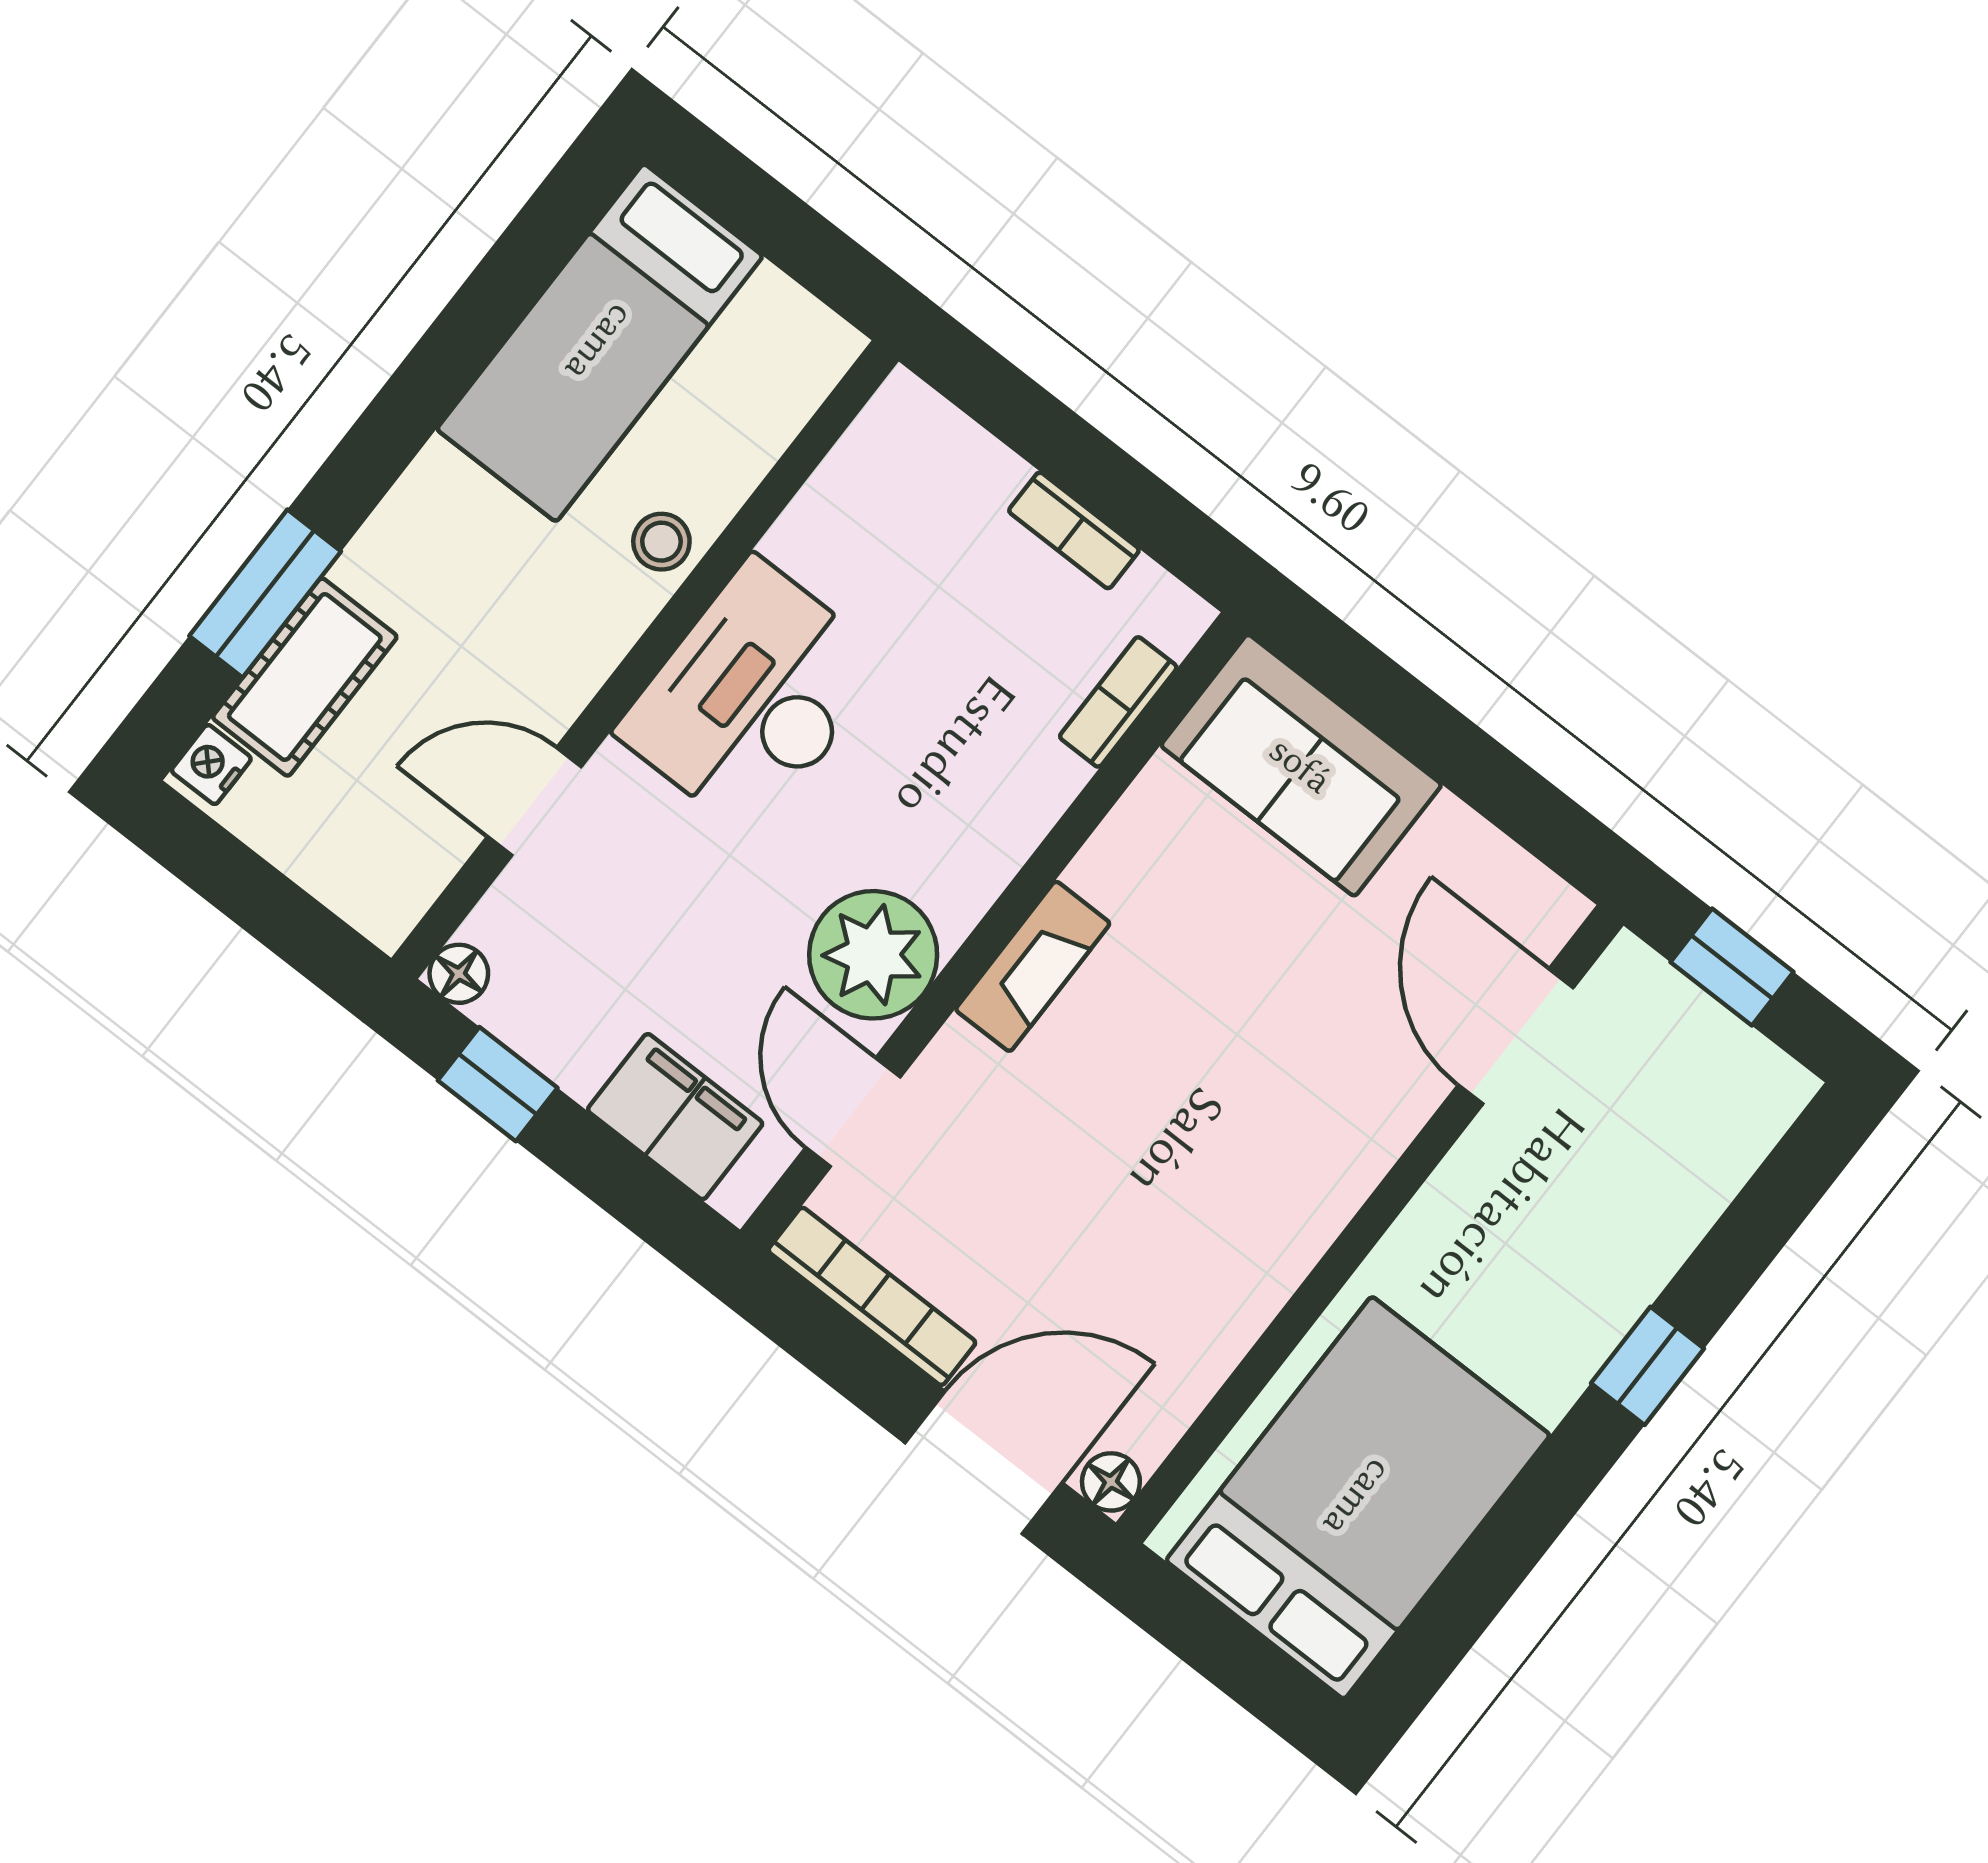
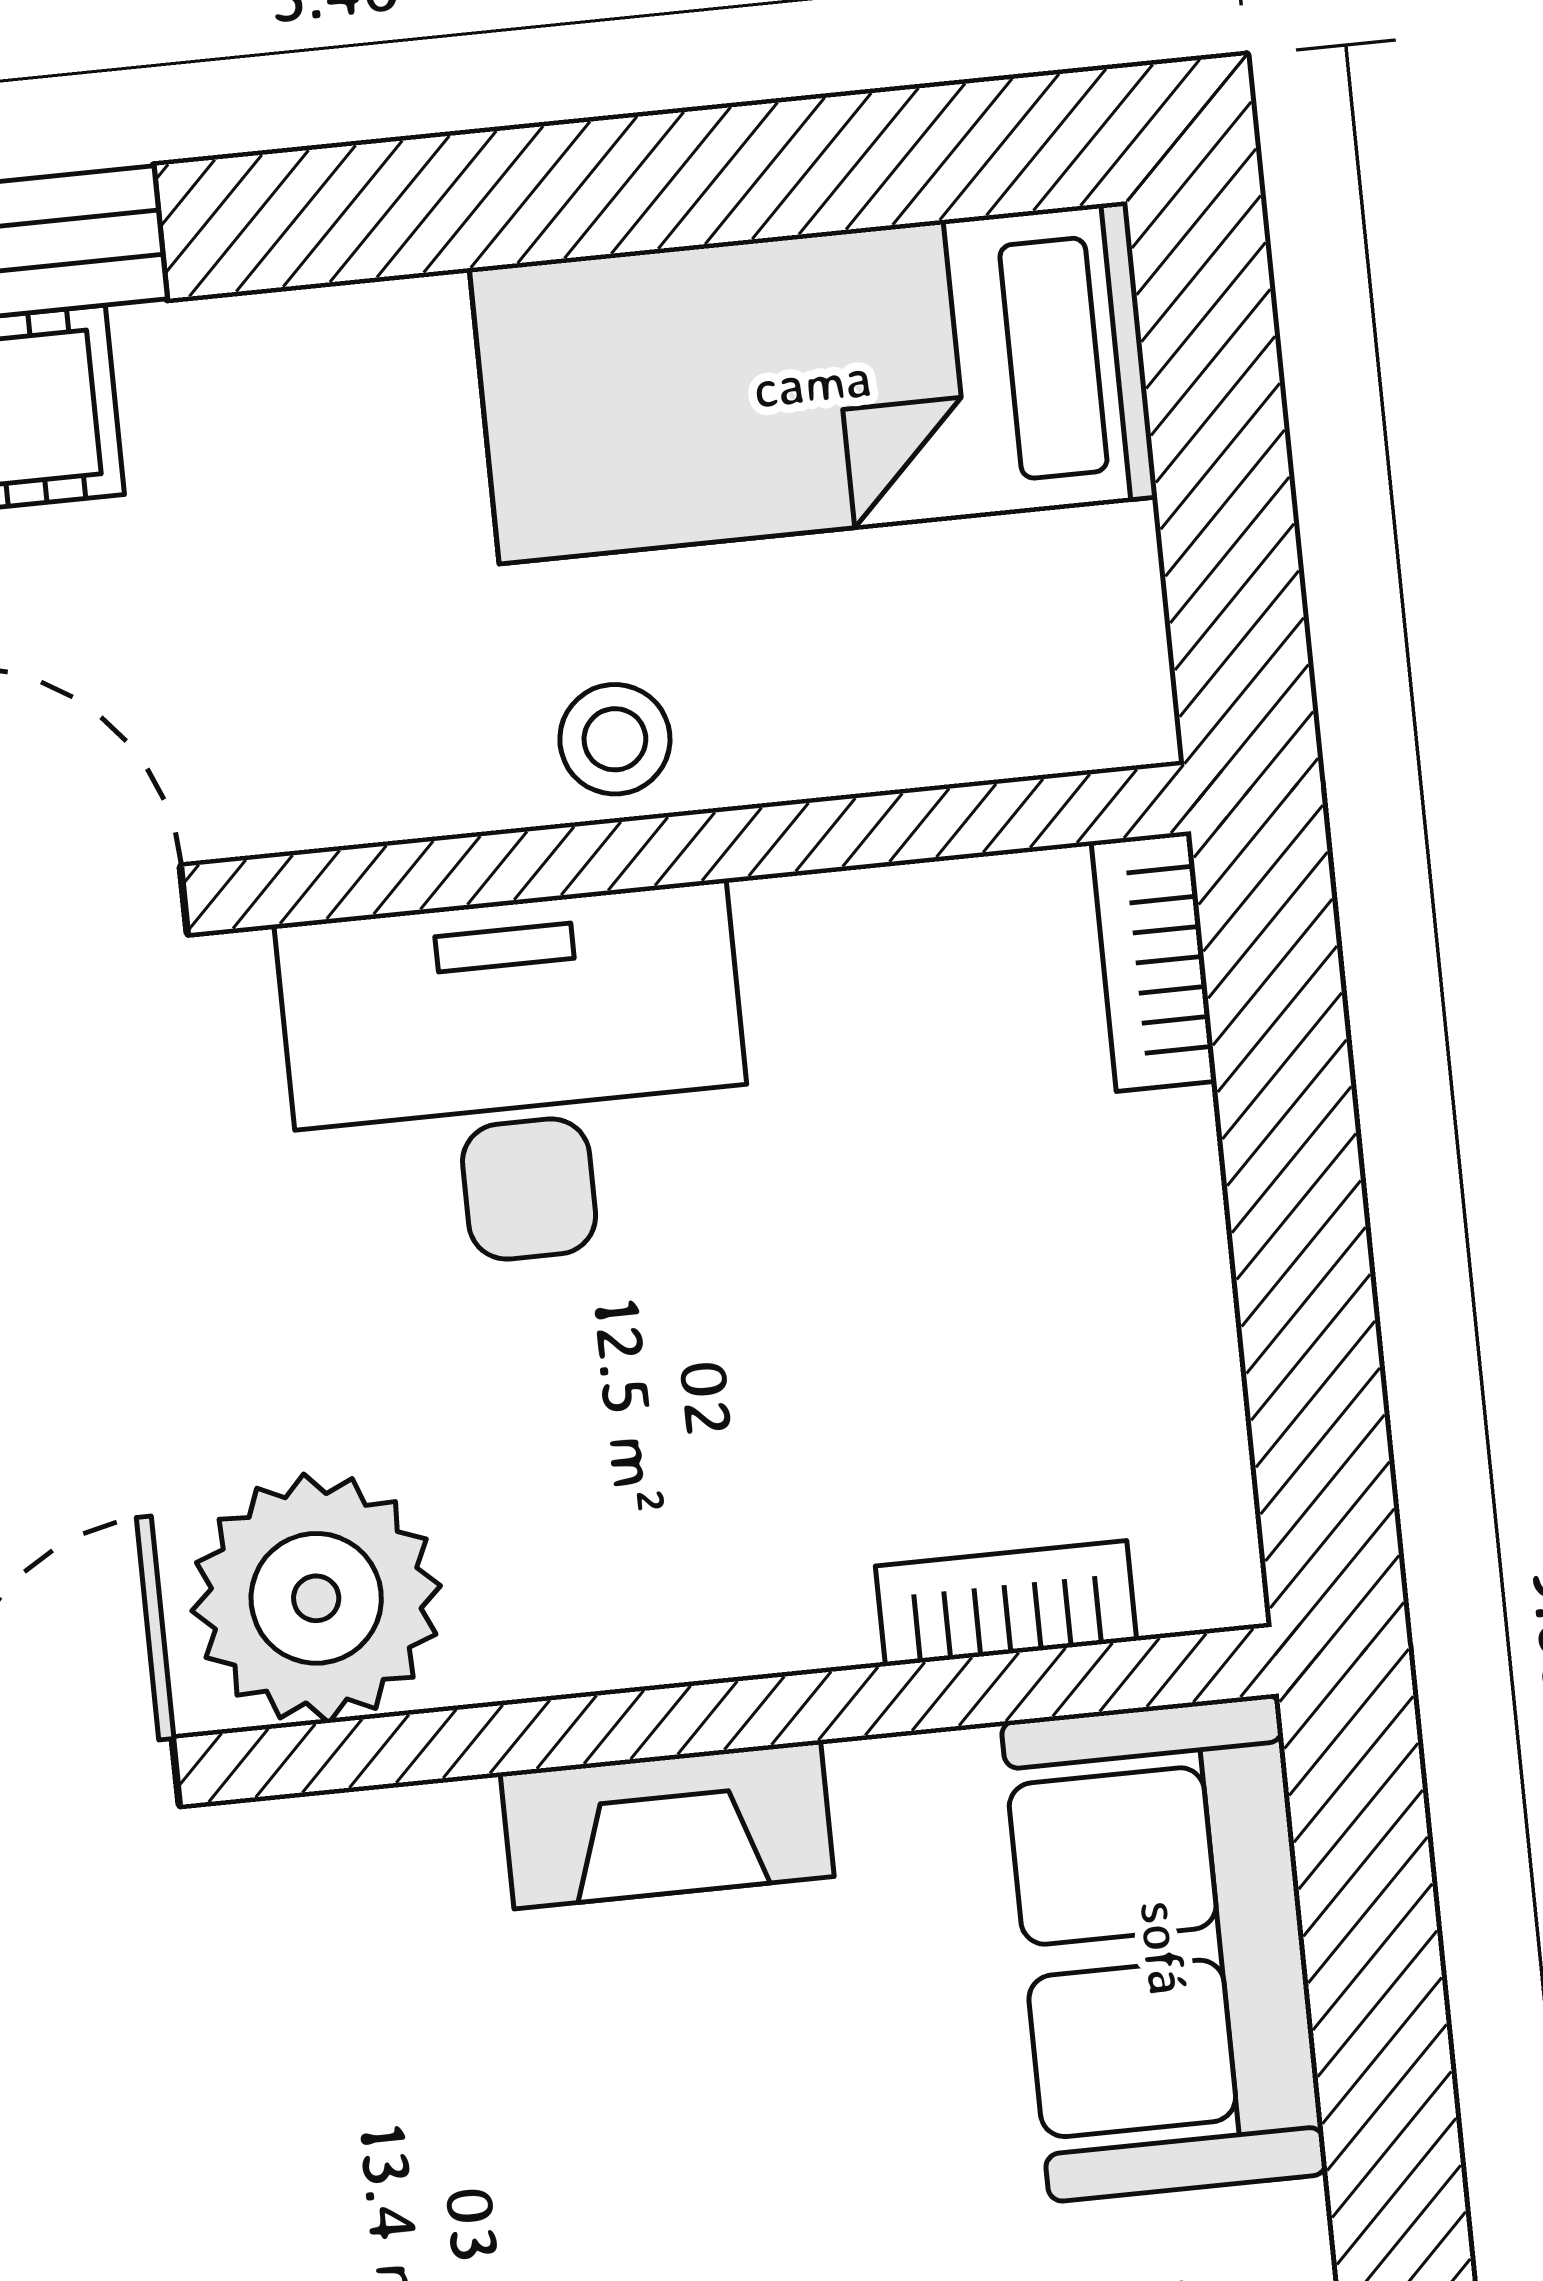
bookcase: (1074, 530) -> (1154, 961), moved
fireplace: (1033, 966) -> (667, 1825), moved

